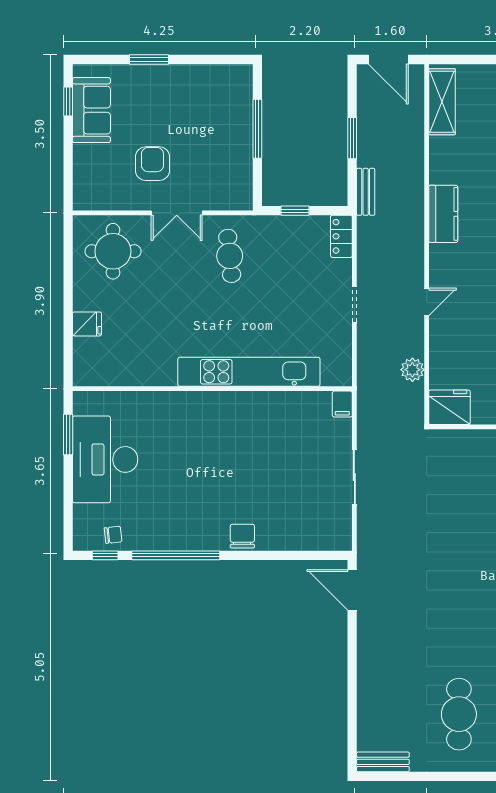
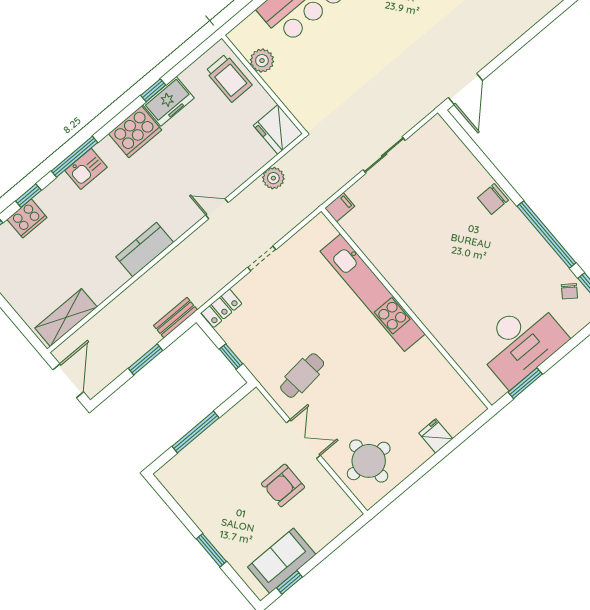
chair: (113, 535) -> (569, 291), turned -138

